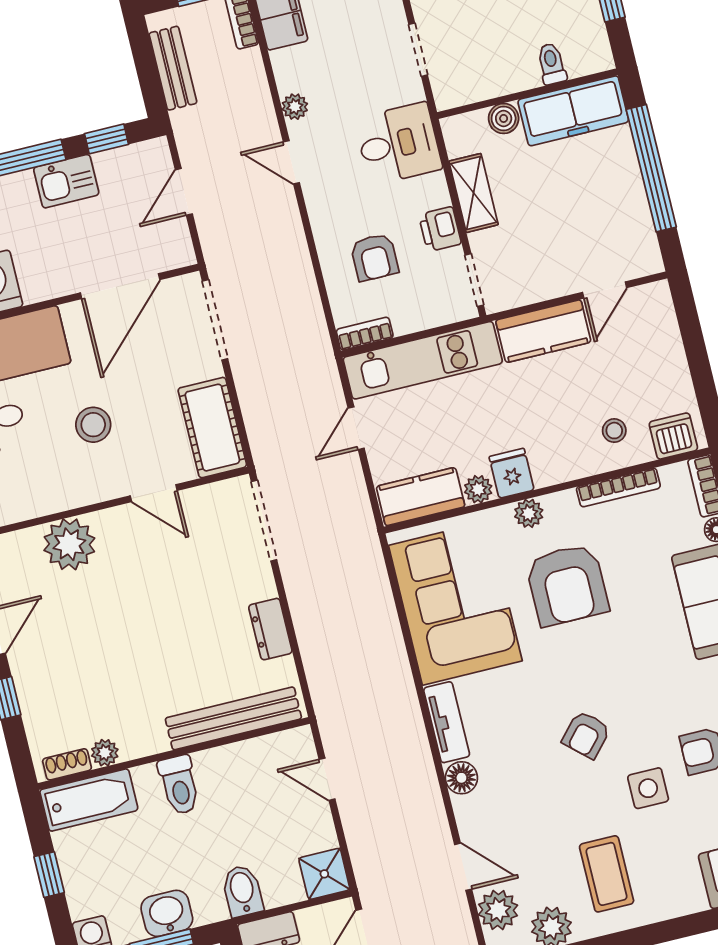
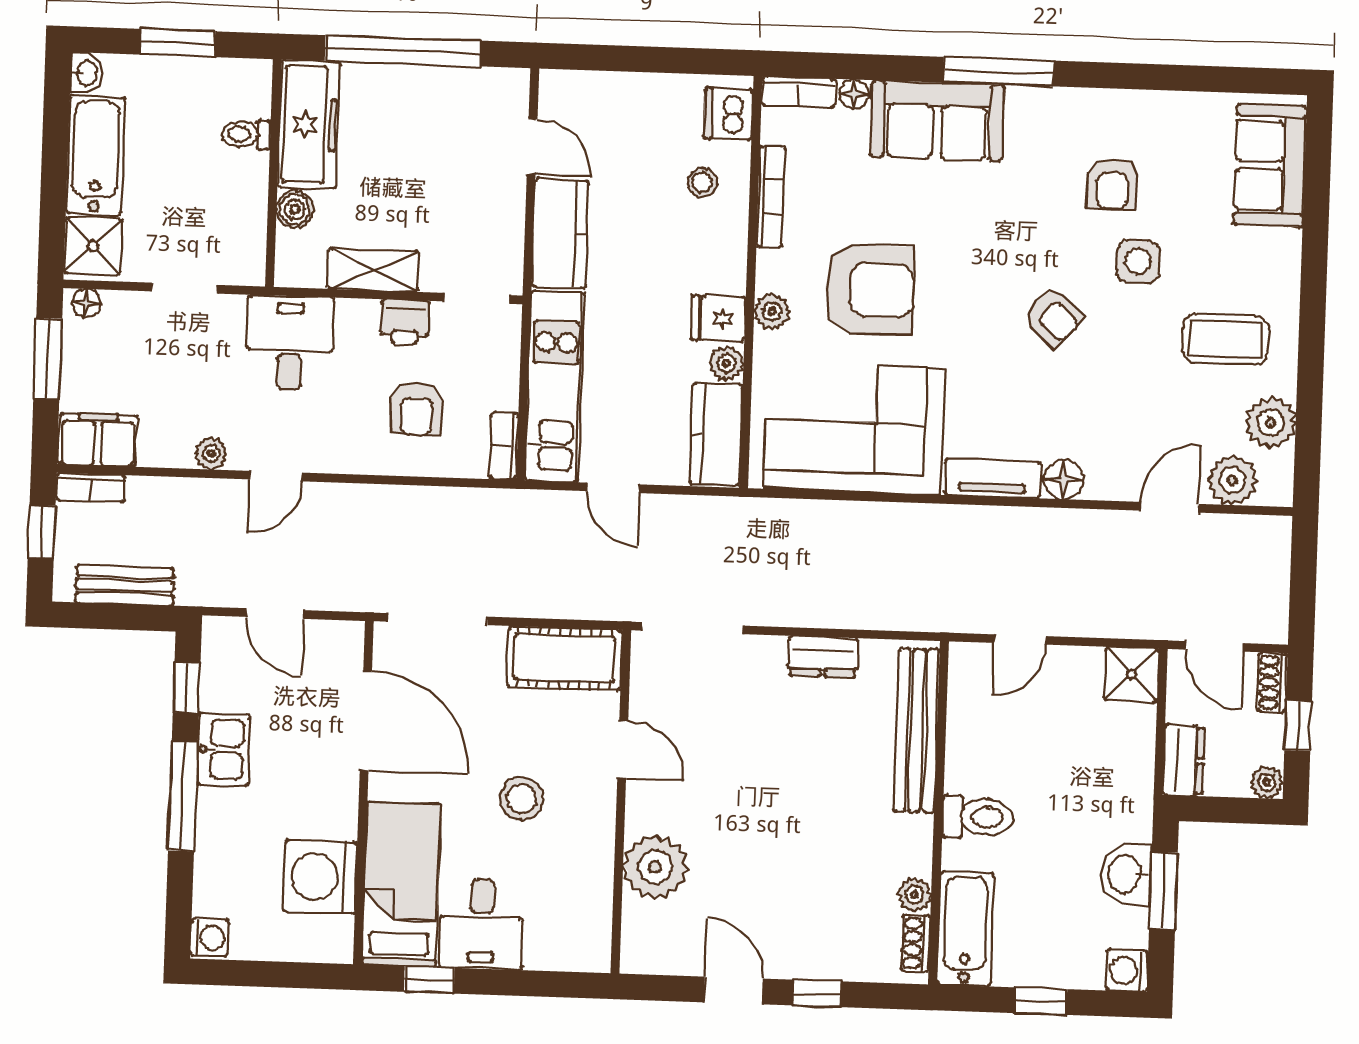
armchair: (374, 257) -> (416, 409), turned 90
door: (154, 493) -> (623, 750), hinge flipped
bidet: (242, 891) -> (1124, 777), removed

